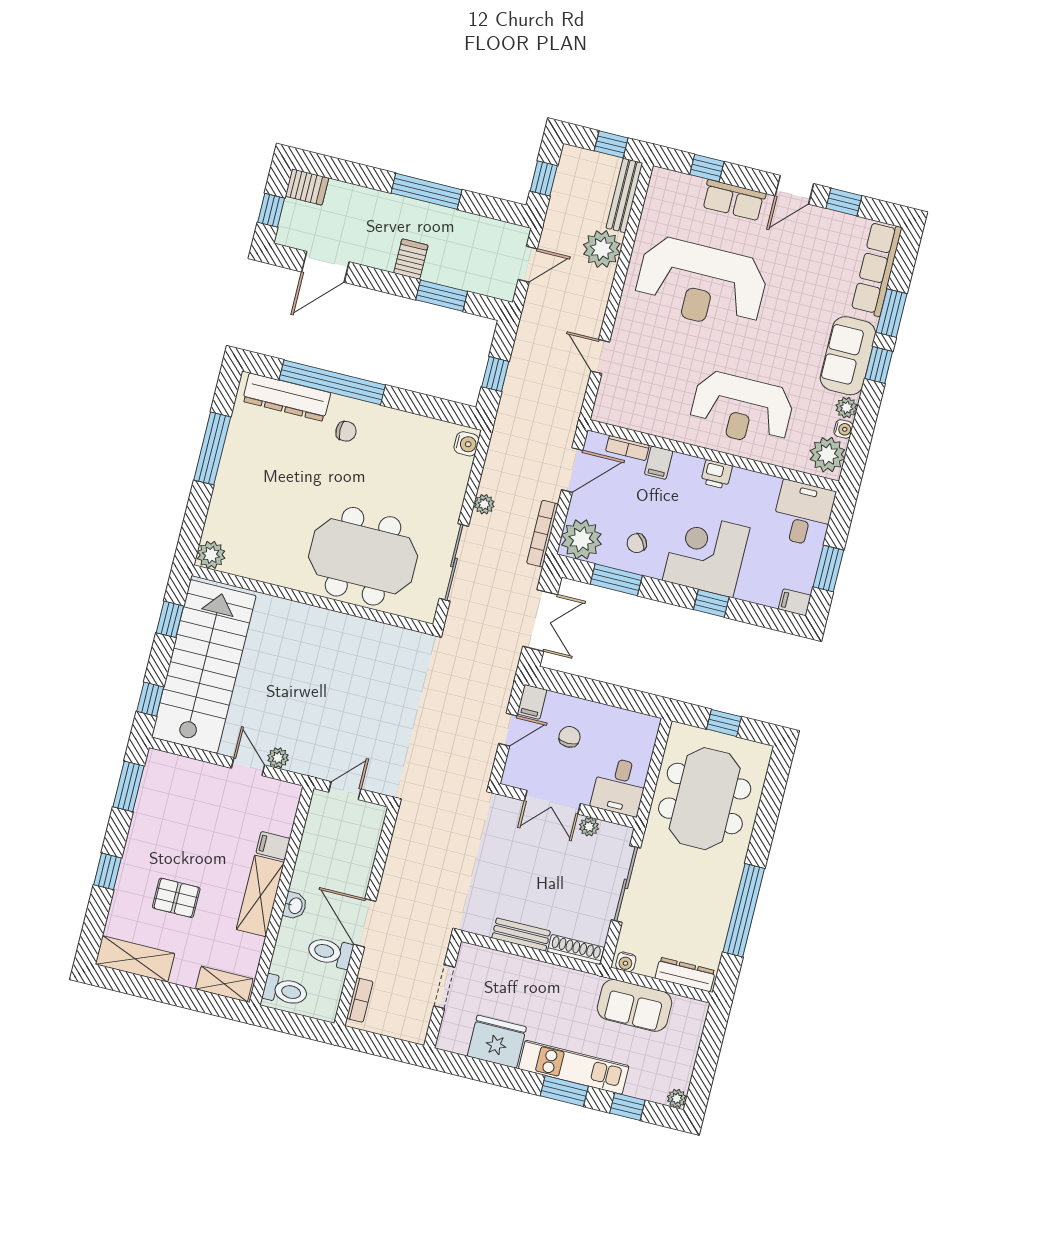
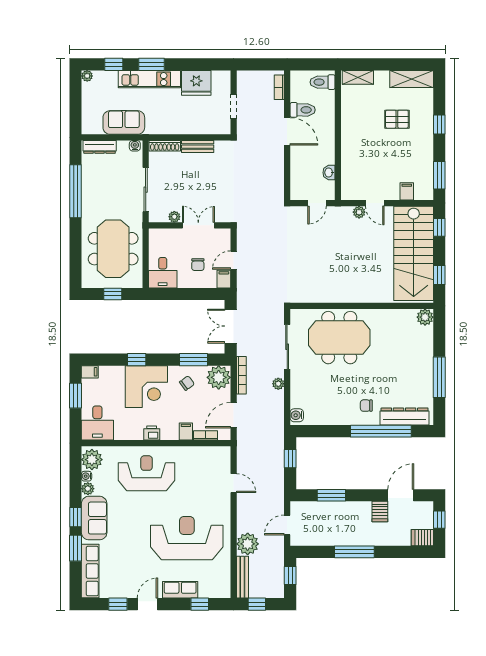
server rack: (411, 259) -> (380, 512), moved
desk: (620, 786) -> (163, 273), moved, turned 180
filing cabinet: (273, 846) -> (407, 191), moved, turned -90
shelving: (260, 896) -> (350, 132), removed
washbasin: (295, 906) -> (329, 173), moved

